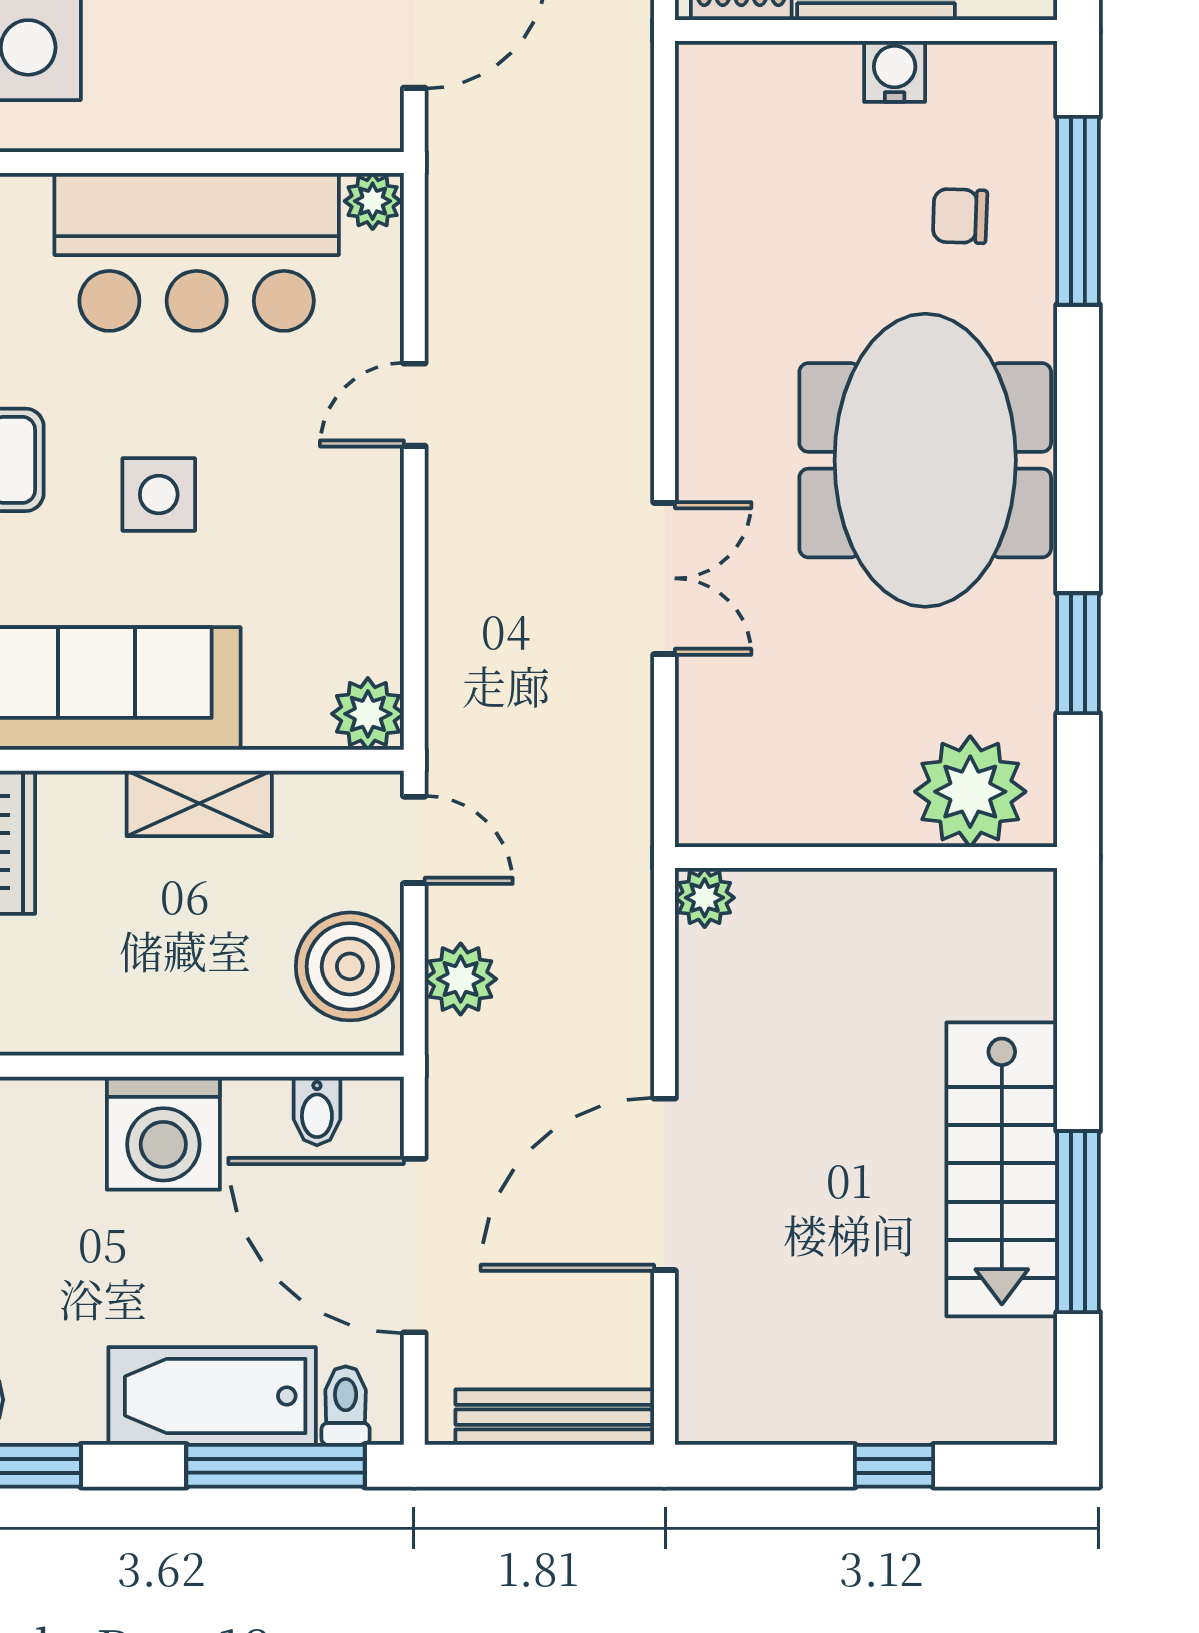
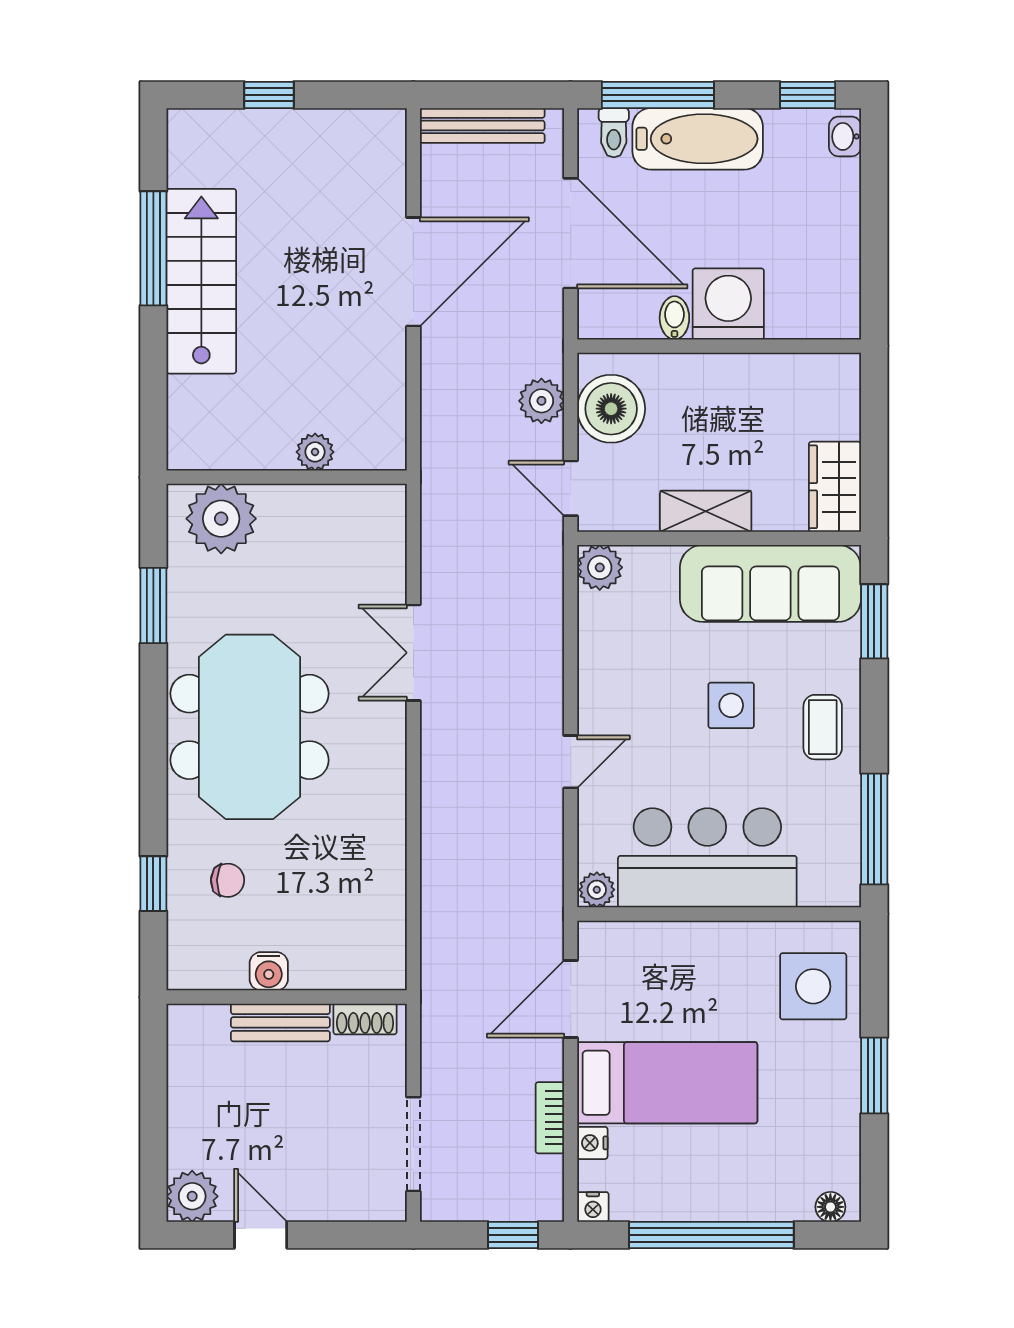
window: (1078, 211) -> (153, 884), width x0.46
plant: (705, 898) -> (315, 452), moved
bidet: (317, 1111) -> (674, 318), moved

